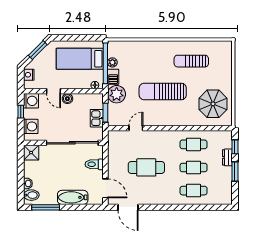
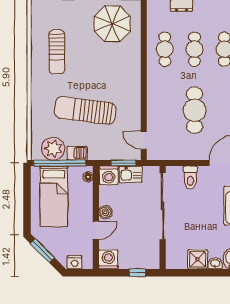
plant: (112, 62) -> (53, 149), width x1.87, depth x1.87
sun lounger: (163, 92) -> (85, 110), moved, turned 97
plant: (117, 94) -> (100, 149), removed
window: (21, 112) -> (137, 273), moved
washing machine: (31, 126) -> (109, 175), moved, turned 180
door: (136, 128) -> (144, 140), moved
shower: (31, 153) -> (197, 259), moved

